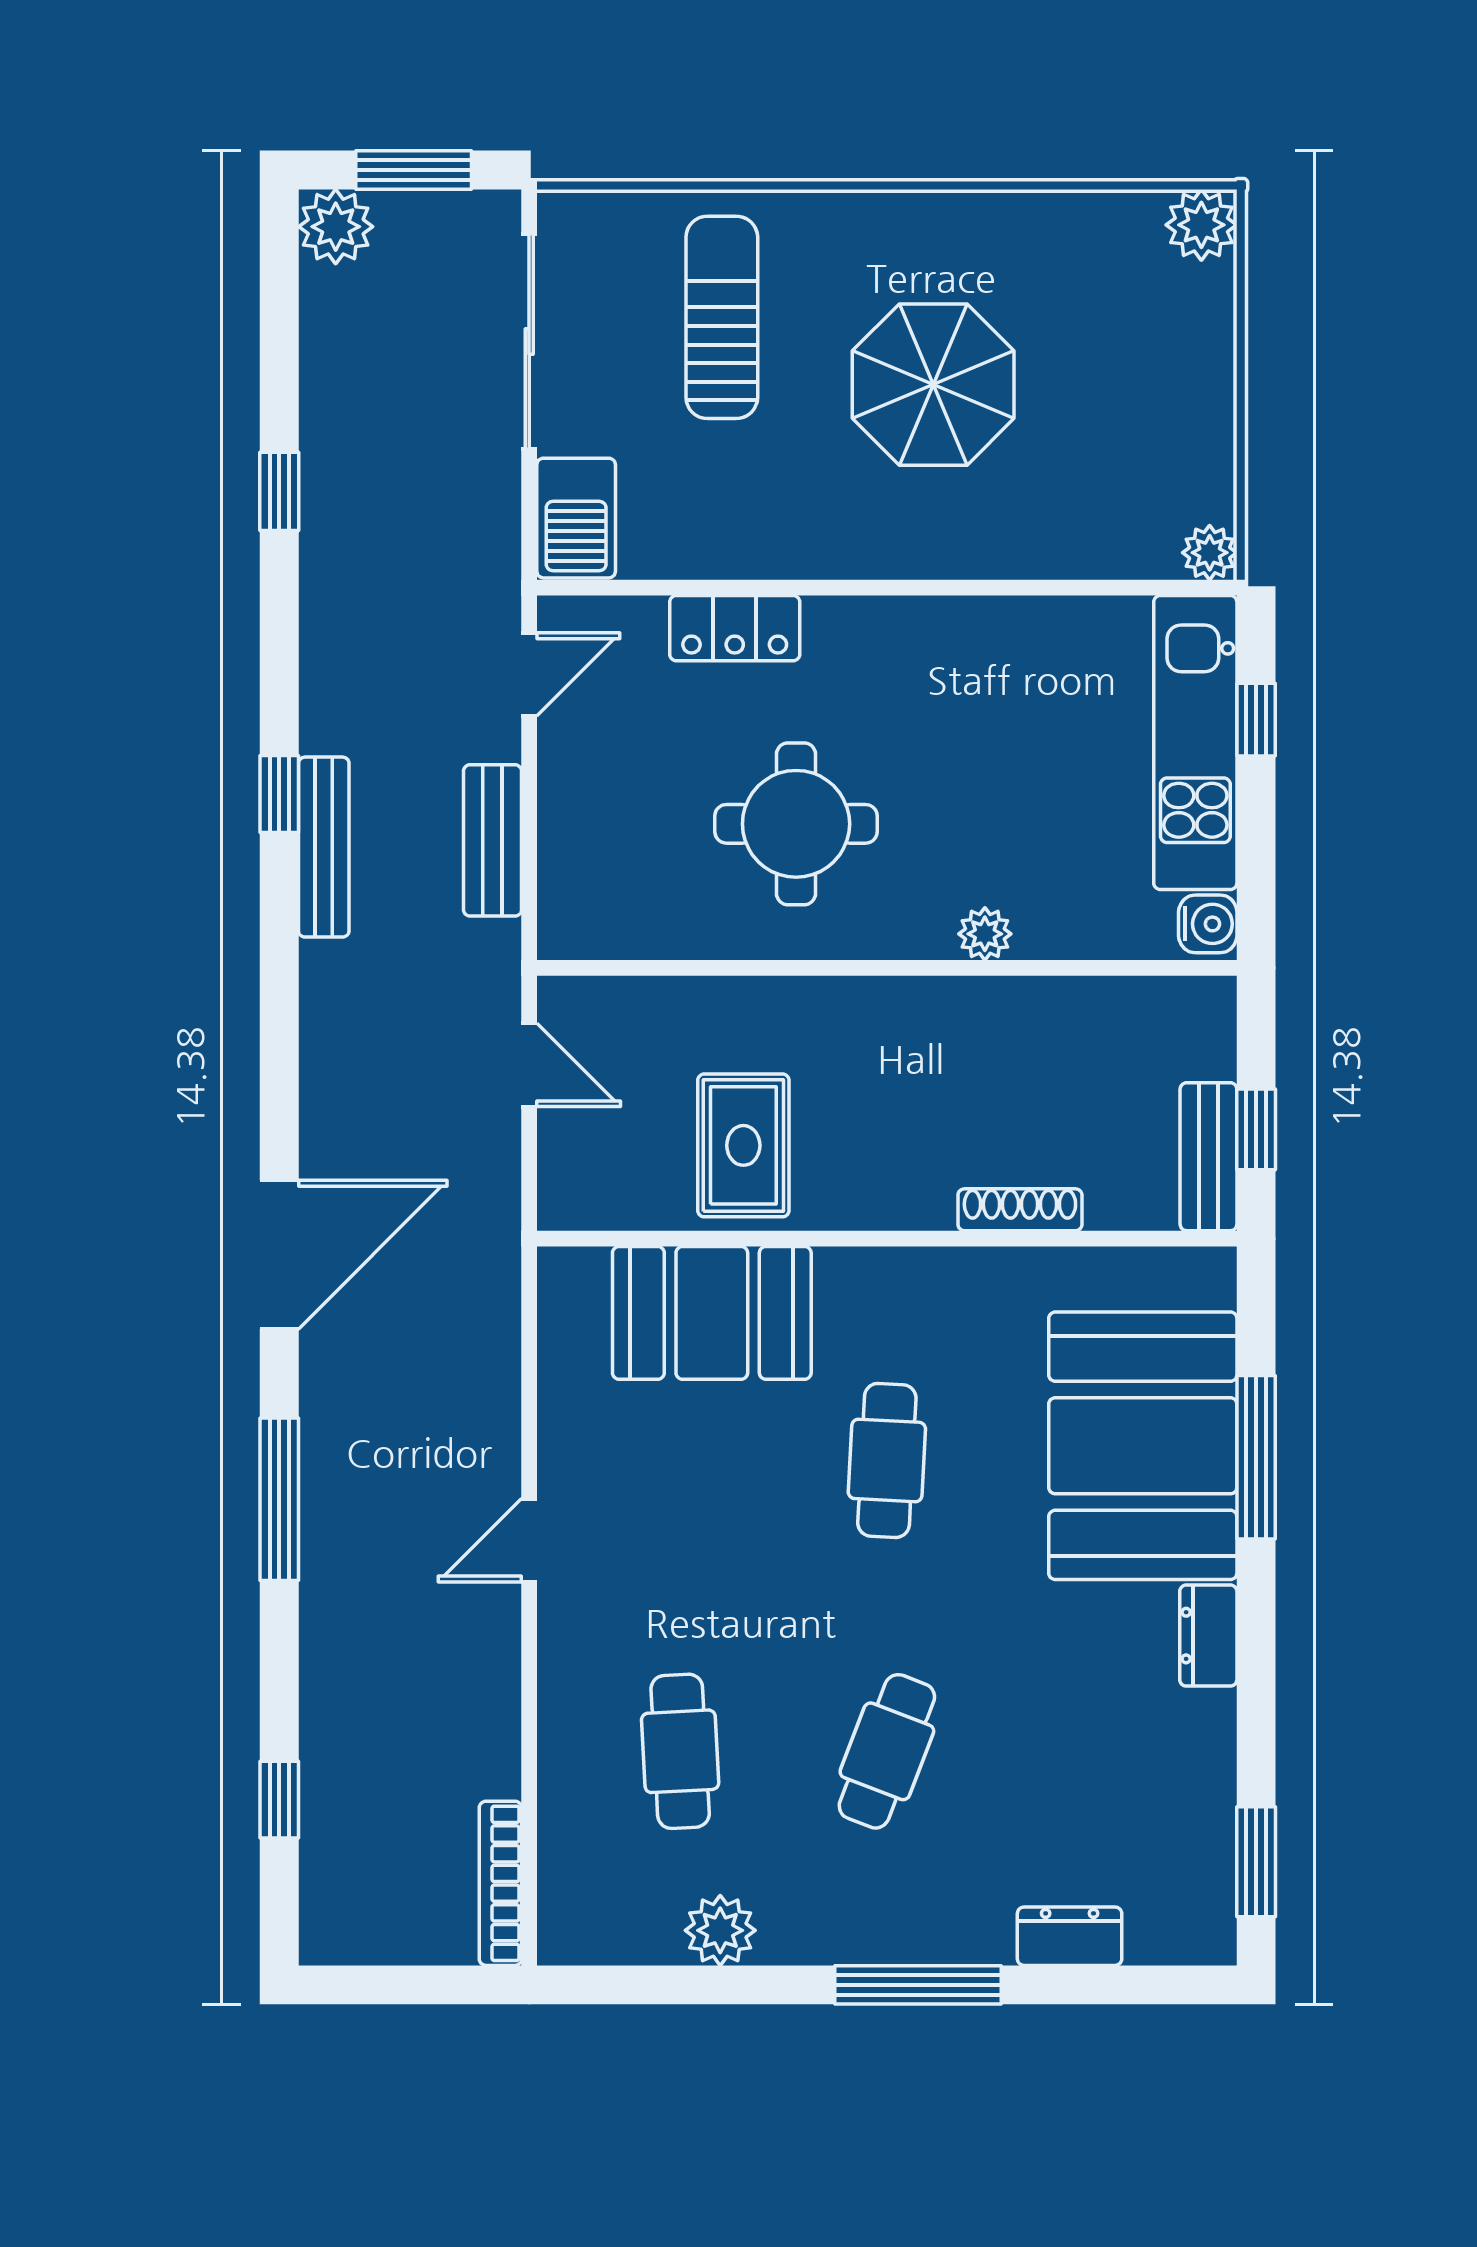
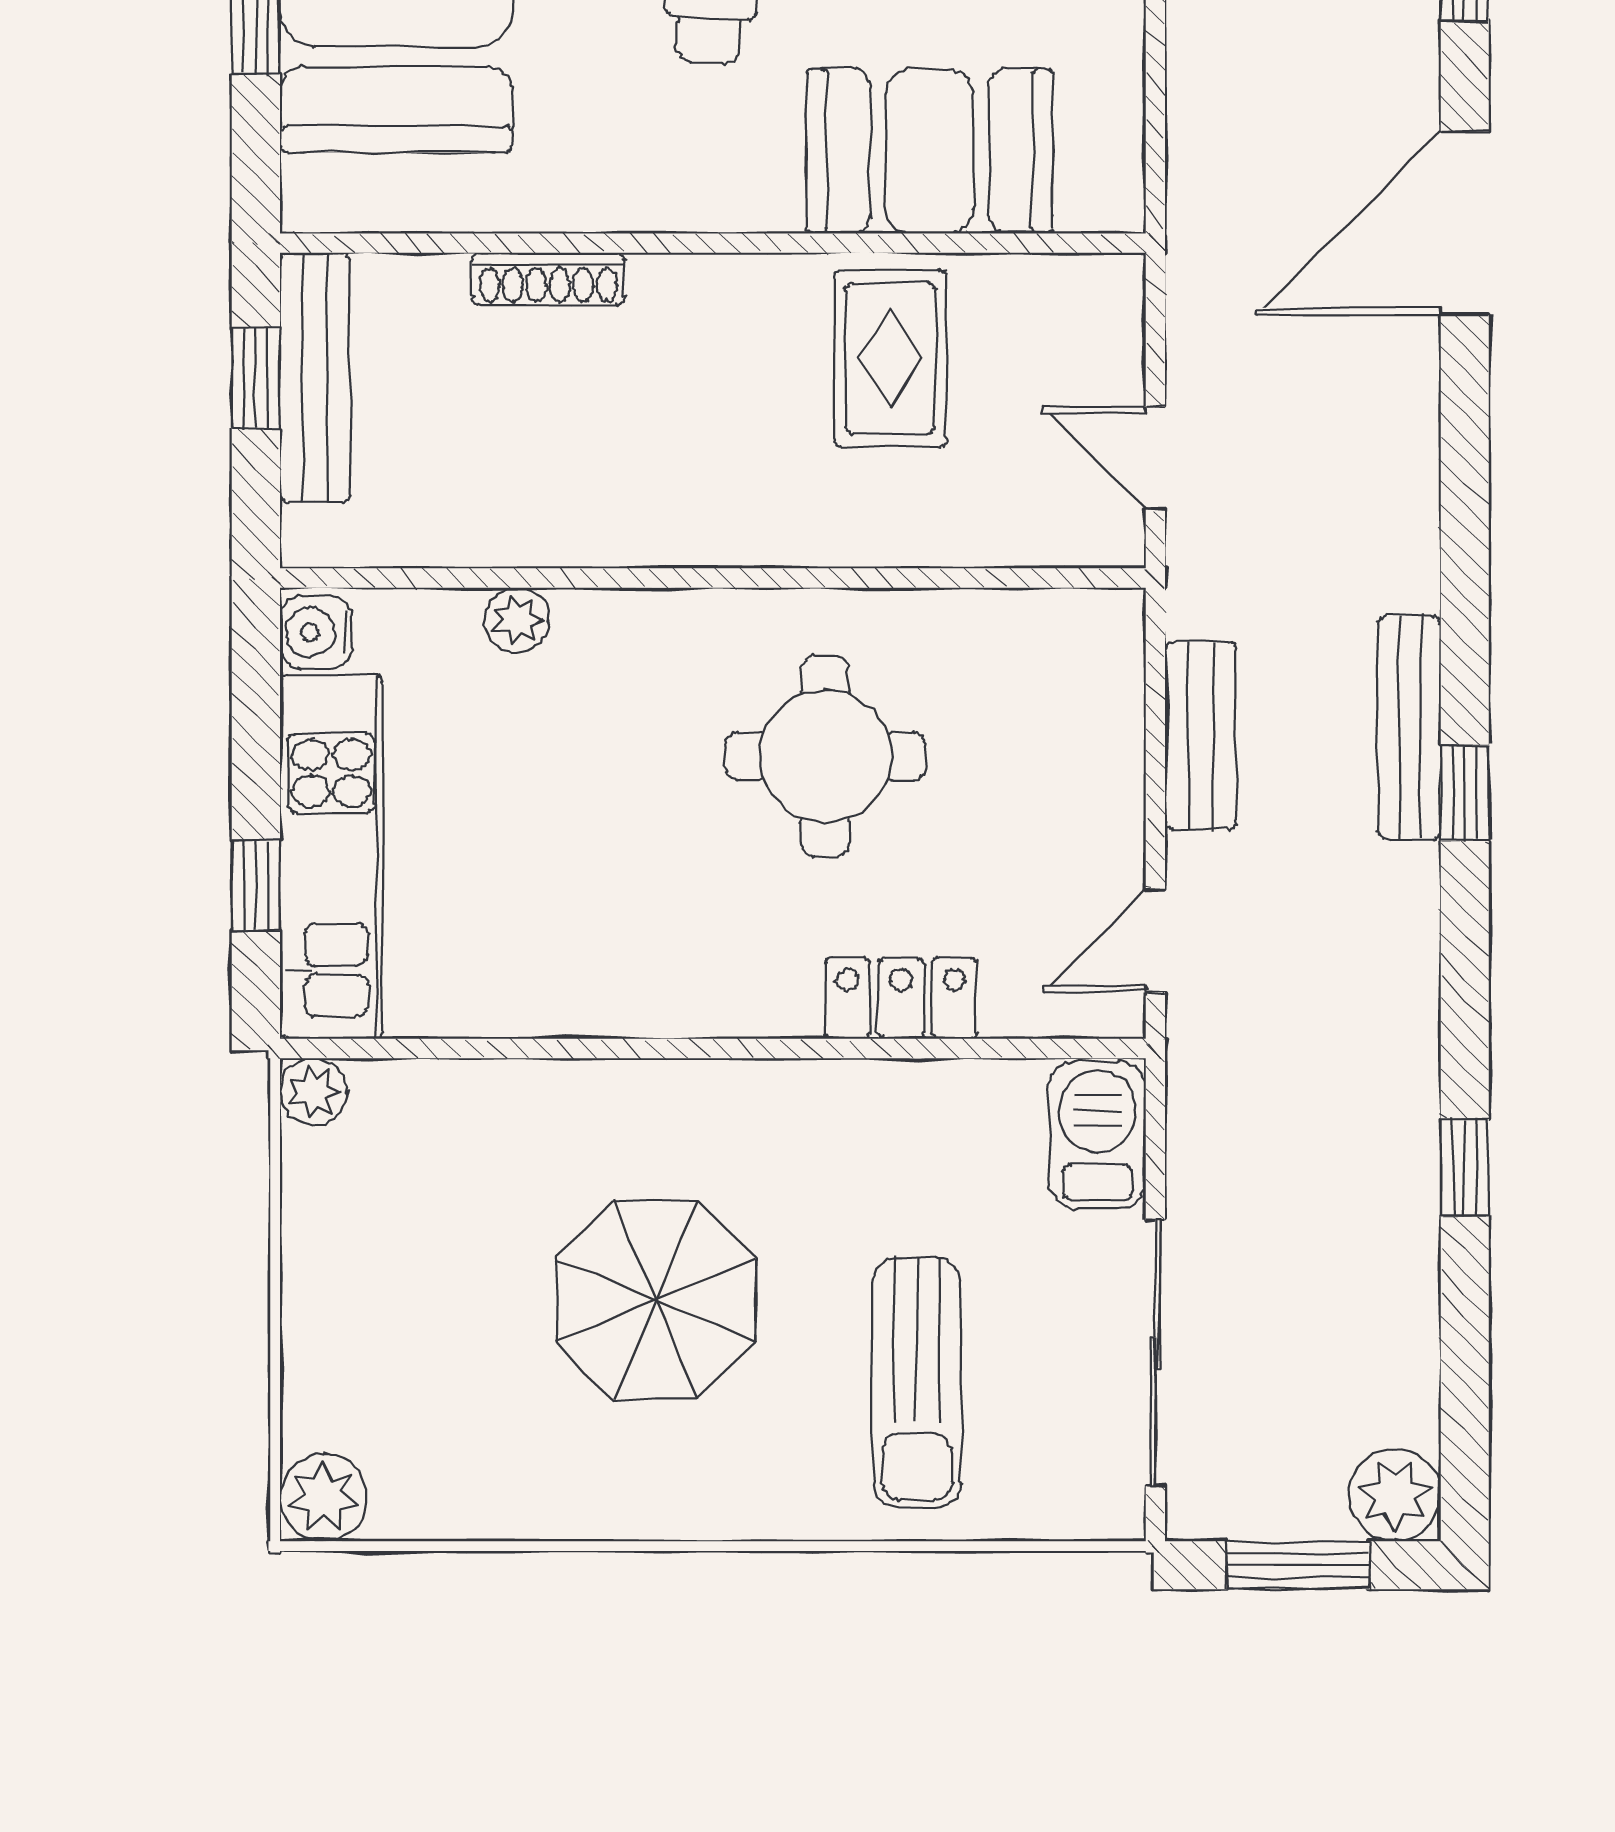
plant: (985, 934) -> (517, 620), moved
bench: (1209, 1157) -> (315, 378), width x1.36

